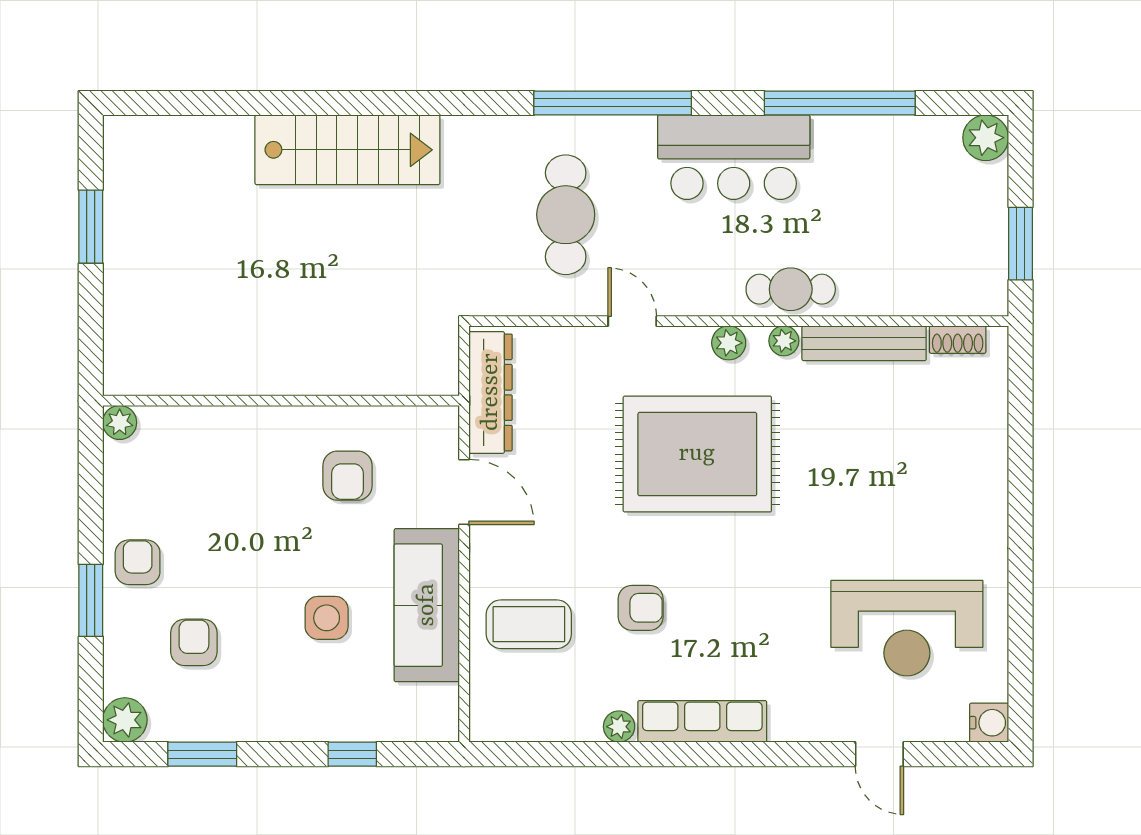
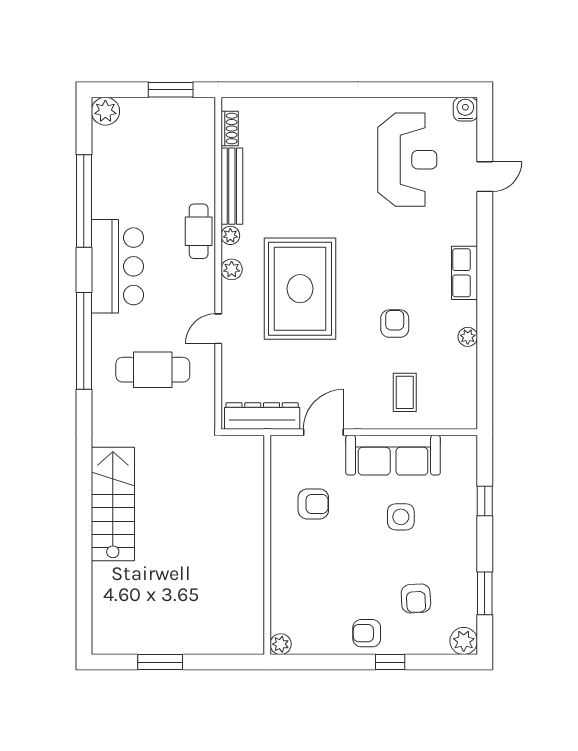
window: (91, 600) -> (390, 662), width x0.67
coffee table: (529, 624) -> (405, 392), width x0.73, depth x0.77
armchair: (194, 642) -> (416, 598), turned -93
row of seats: (702, 721) -> (465, 273), width x0.68

